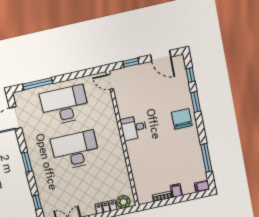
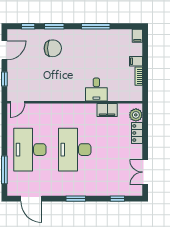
chair: (182, 119) -> (53, 48), moved, turned 180
desk: (134, 128) -> (96, 90), moved
window: (206, 158) -> (96, 26), moved
filing cabinet: (122, 173) -> (107, 110), added

